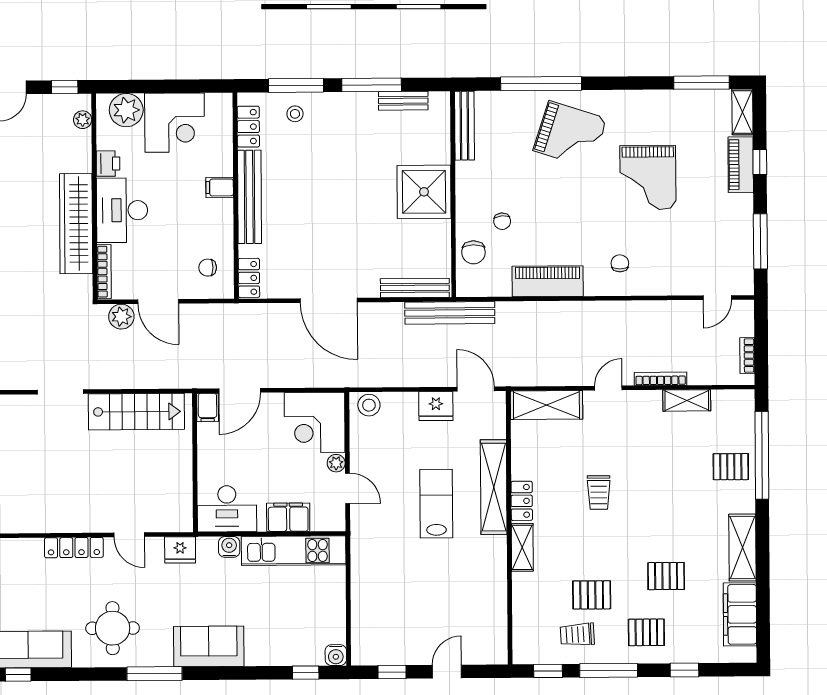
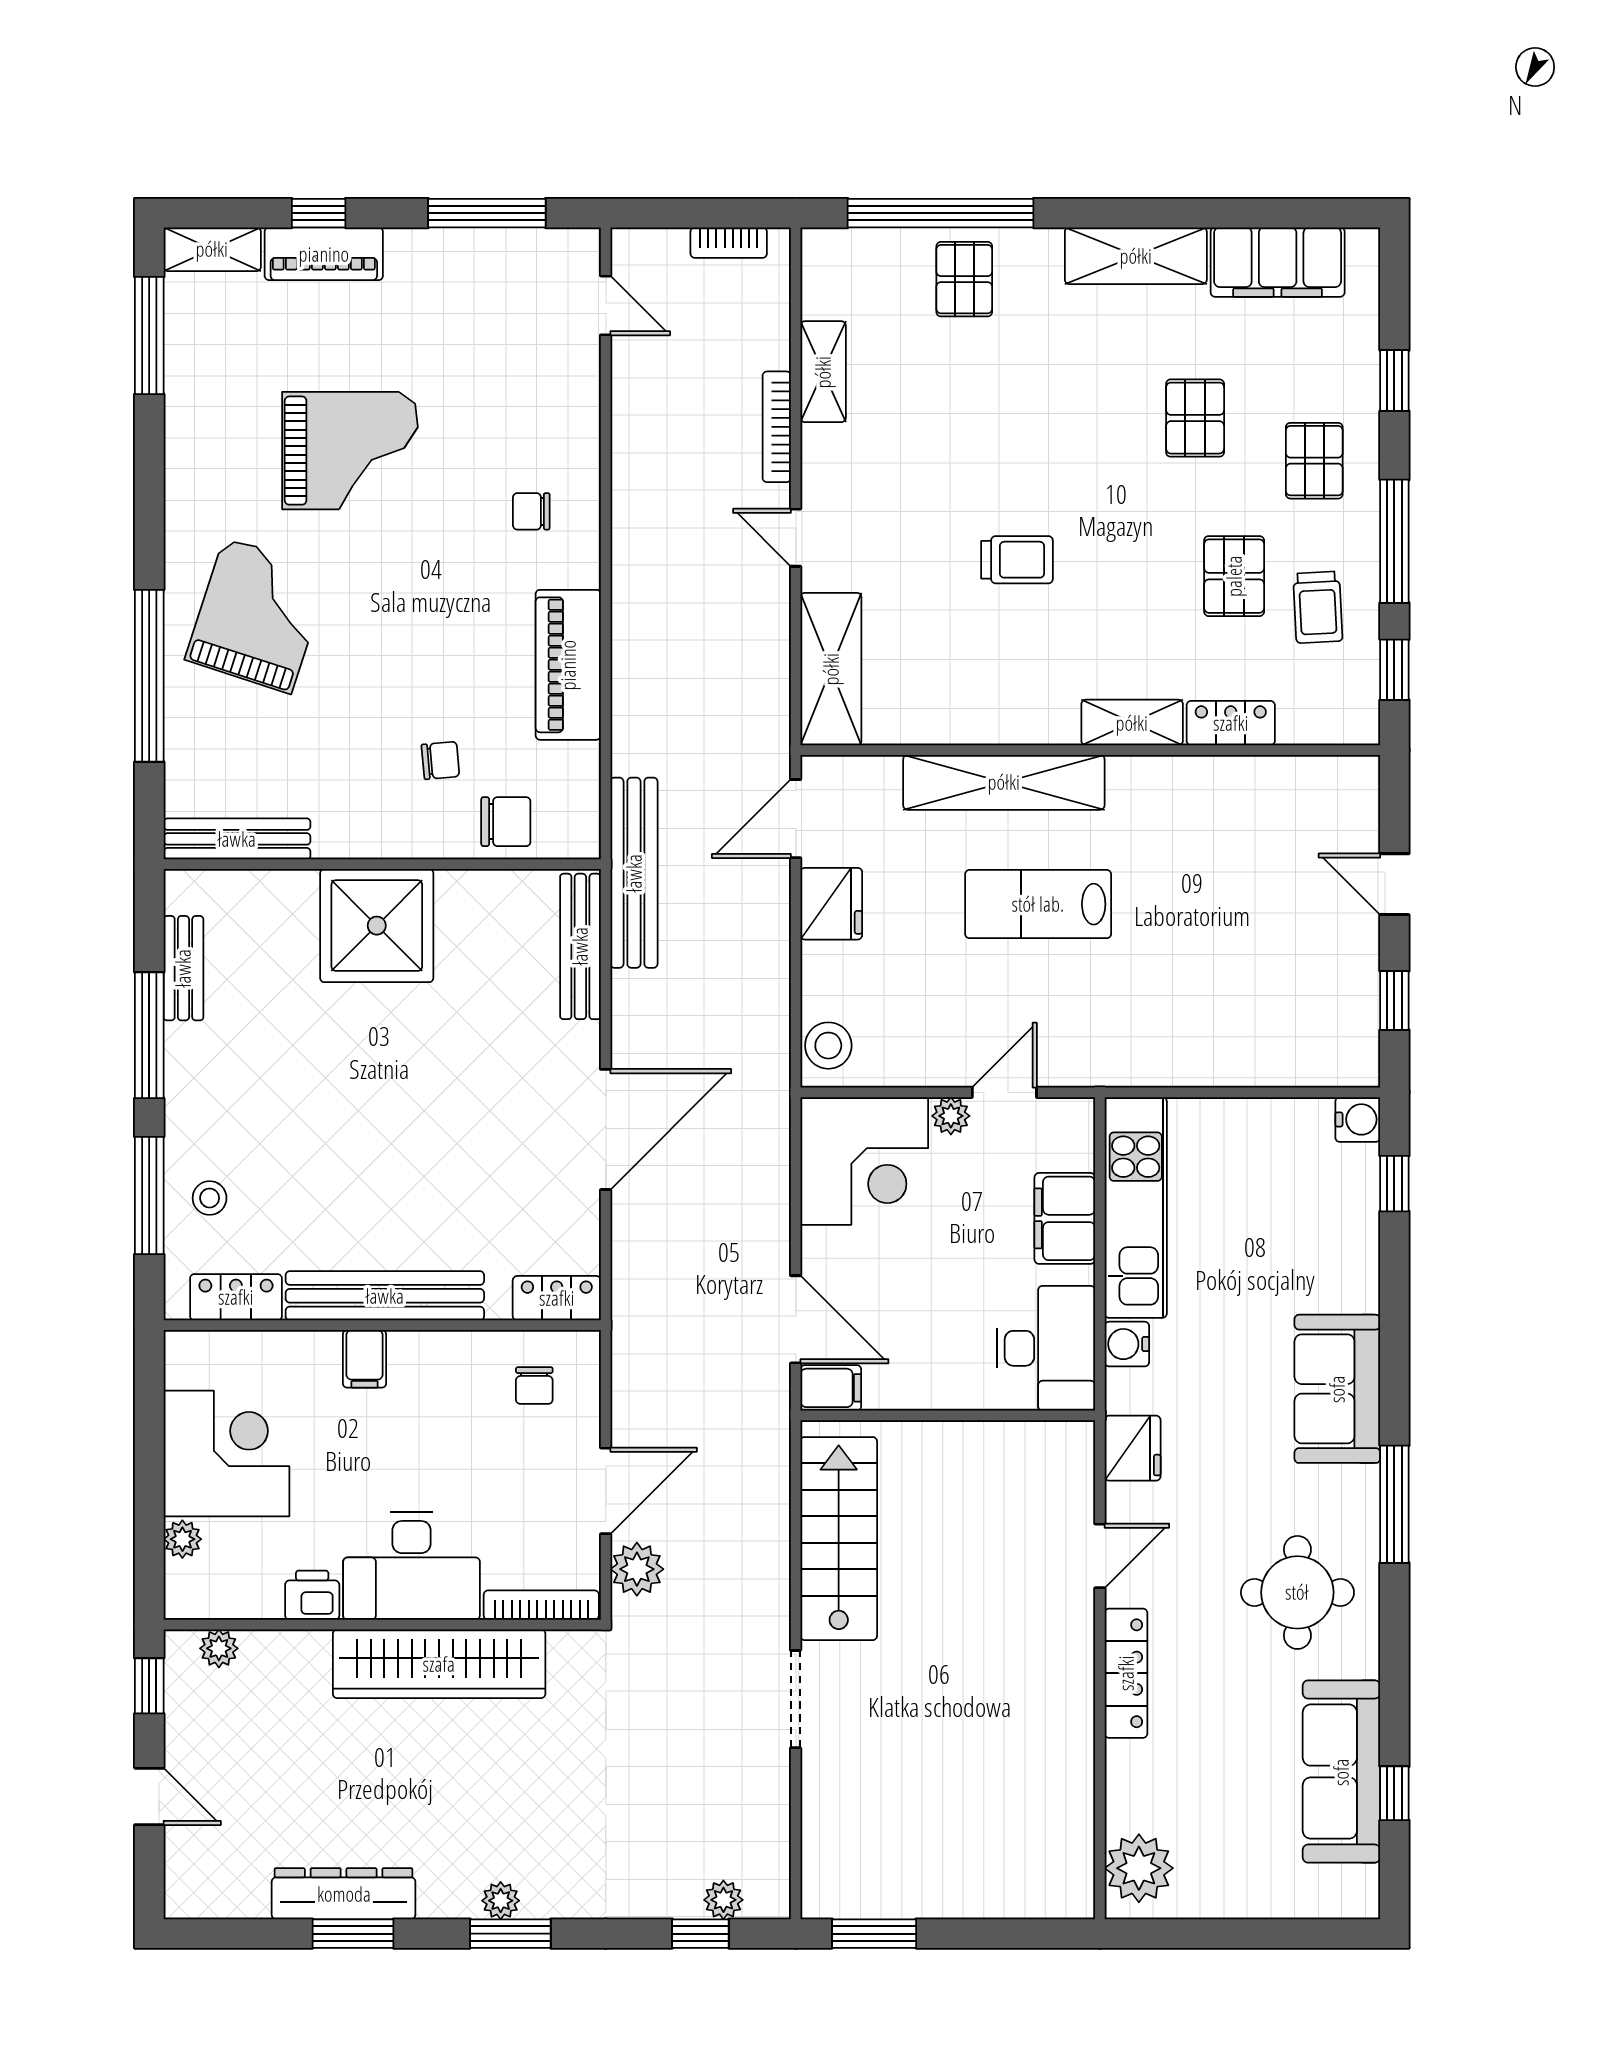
plant: (126, 110) -> (182, 1539), width x0.53, depth x0.53
locker: (522, 501) -> (1231, 723), moved

